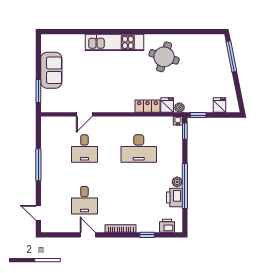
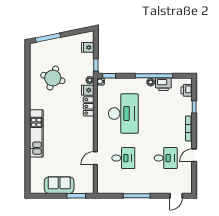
round table: (164, 57) -> (53, 78), moved
door: (84, 114) -> (95, 158), swing flipped
desk: (139, 149) -> (123, 114), width x1.36, depth x1.30

